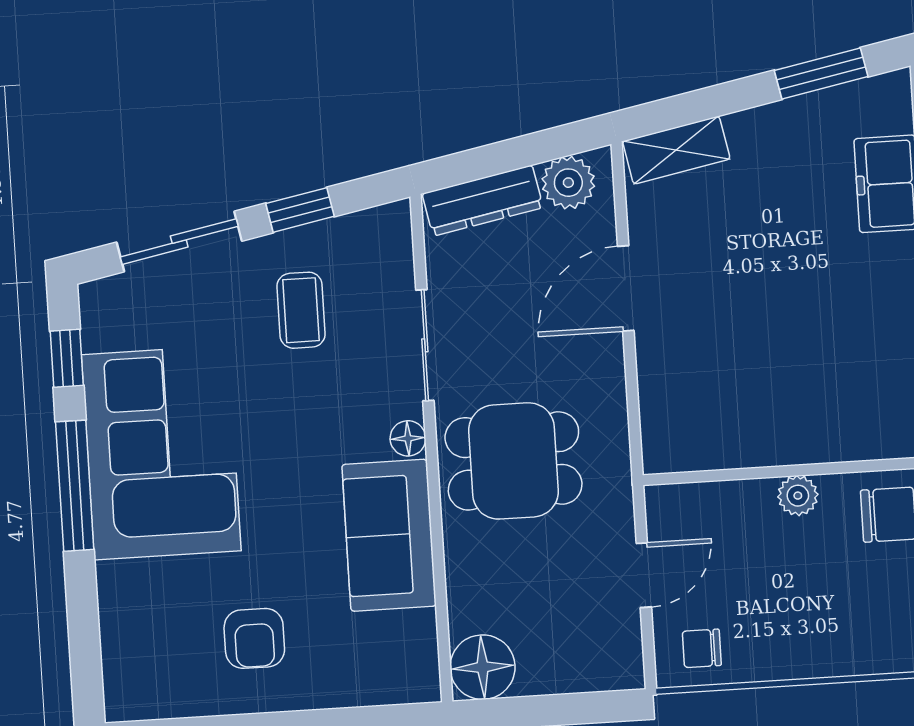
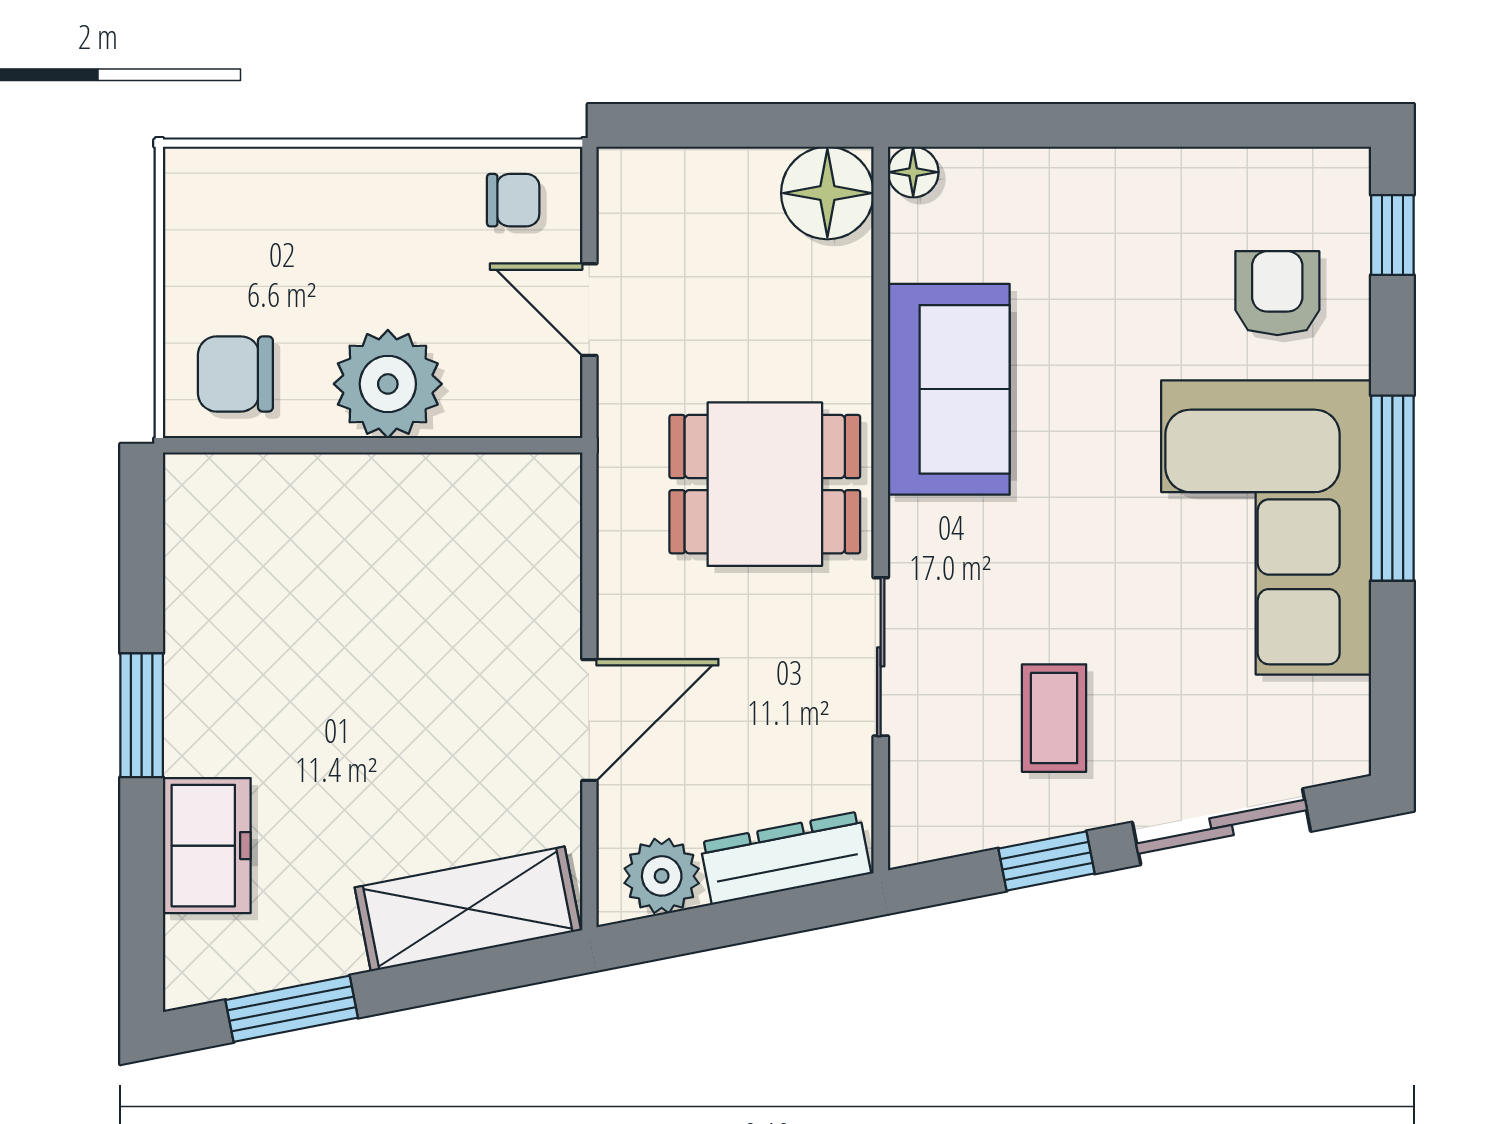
shelving: (676, 150) -> (468, 909), width x1.50, depth x1.33
window: (67, 358) -> (1392, 235), moved
floor lamp: (408, 438) -> (913, 172), moved
plant: (798, 496) -> (388, 384), width x1.88, depth x1.88
door: (644, 575) -> (589, 310), hinge flipped
armchair: (254, 638) -> (1277, 293), moved

